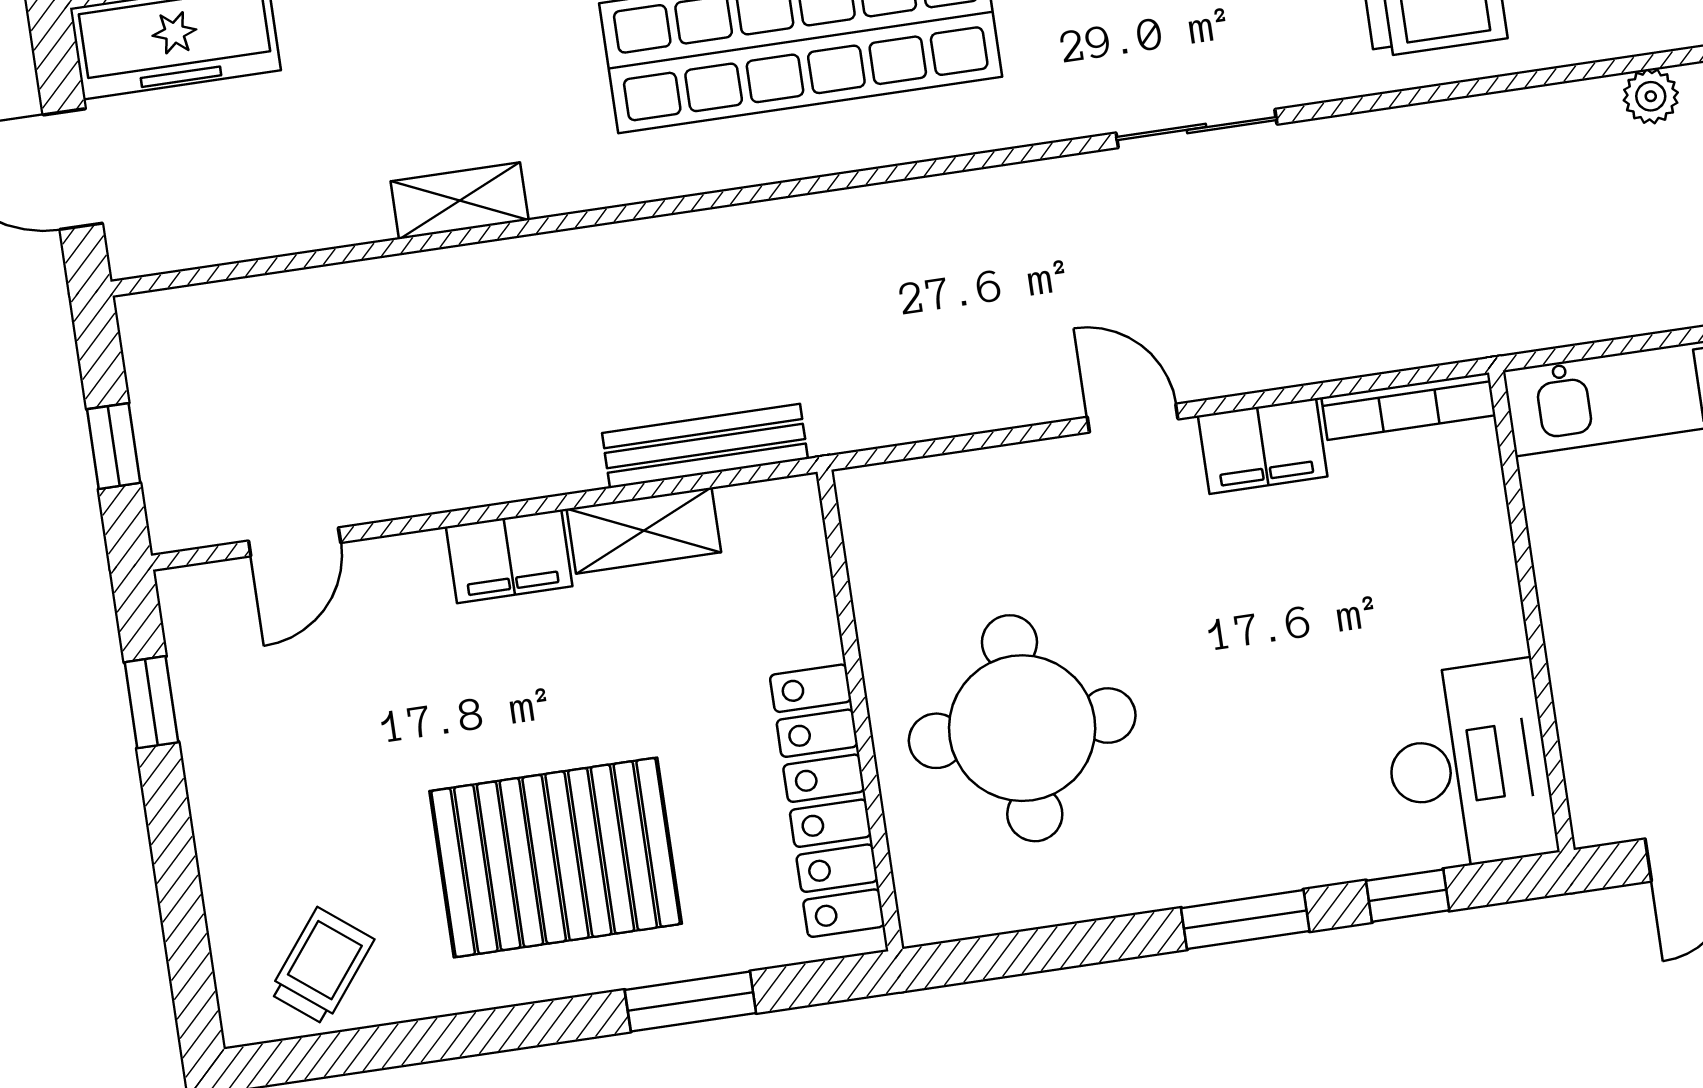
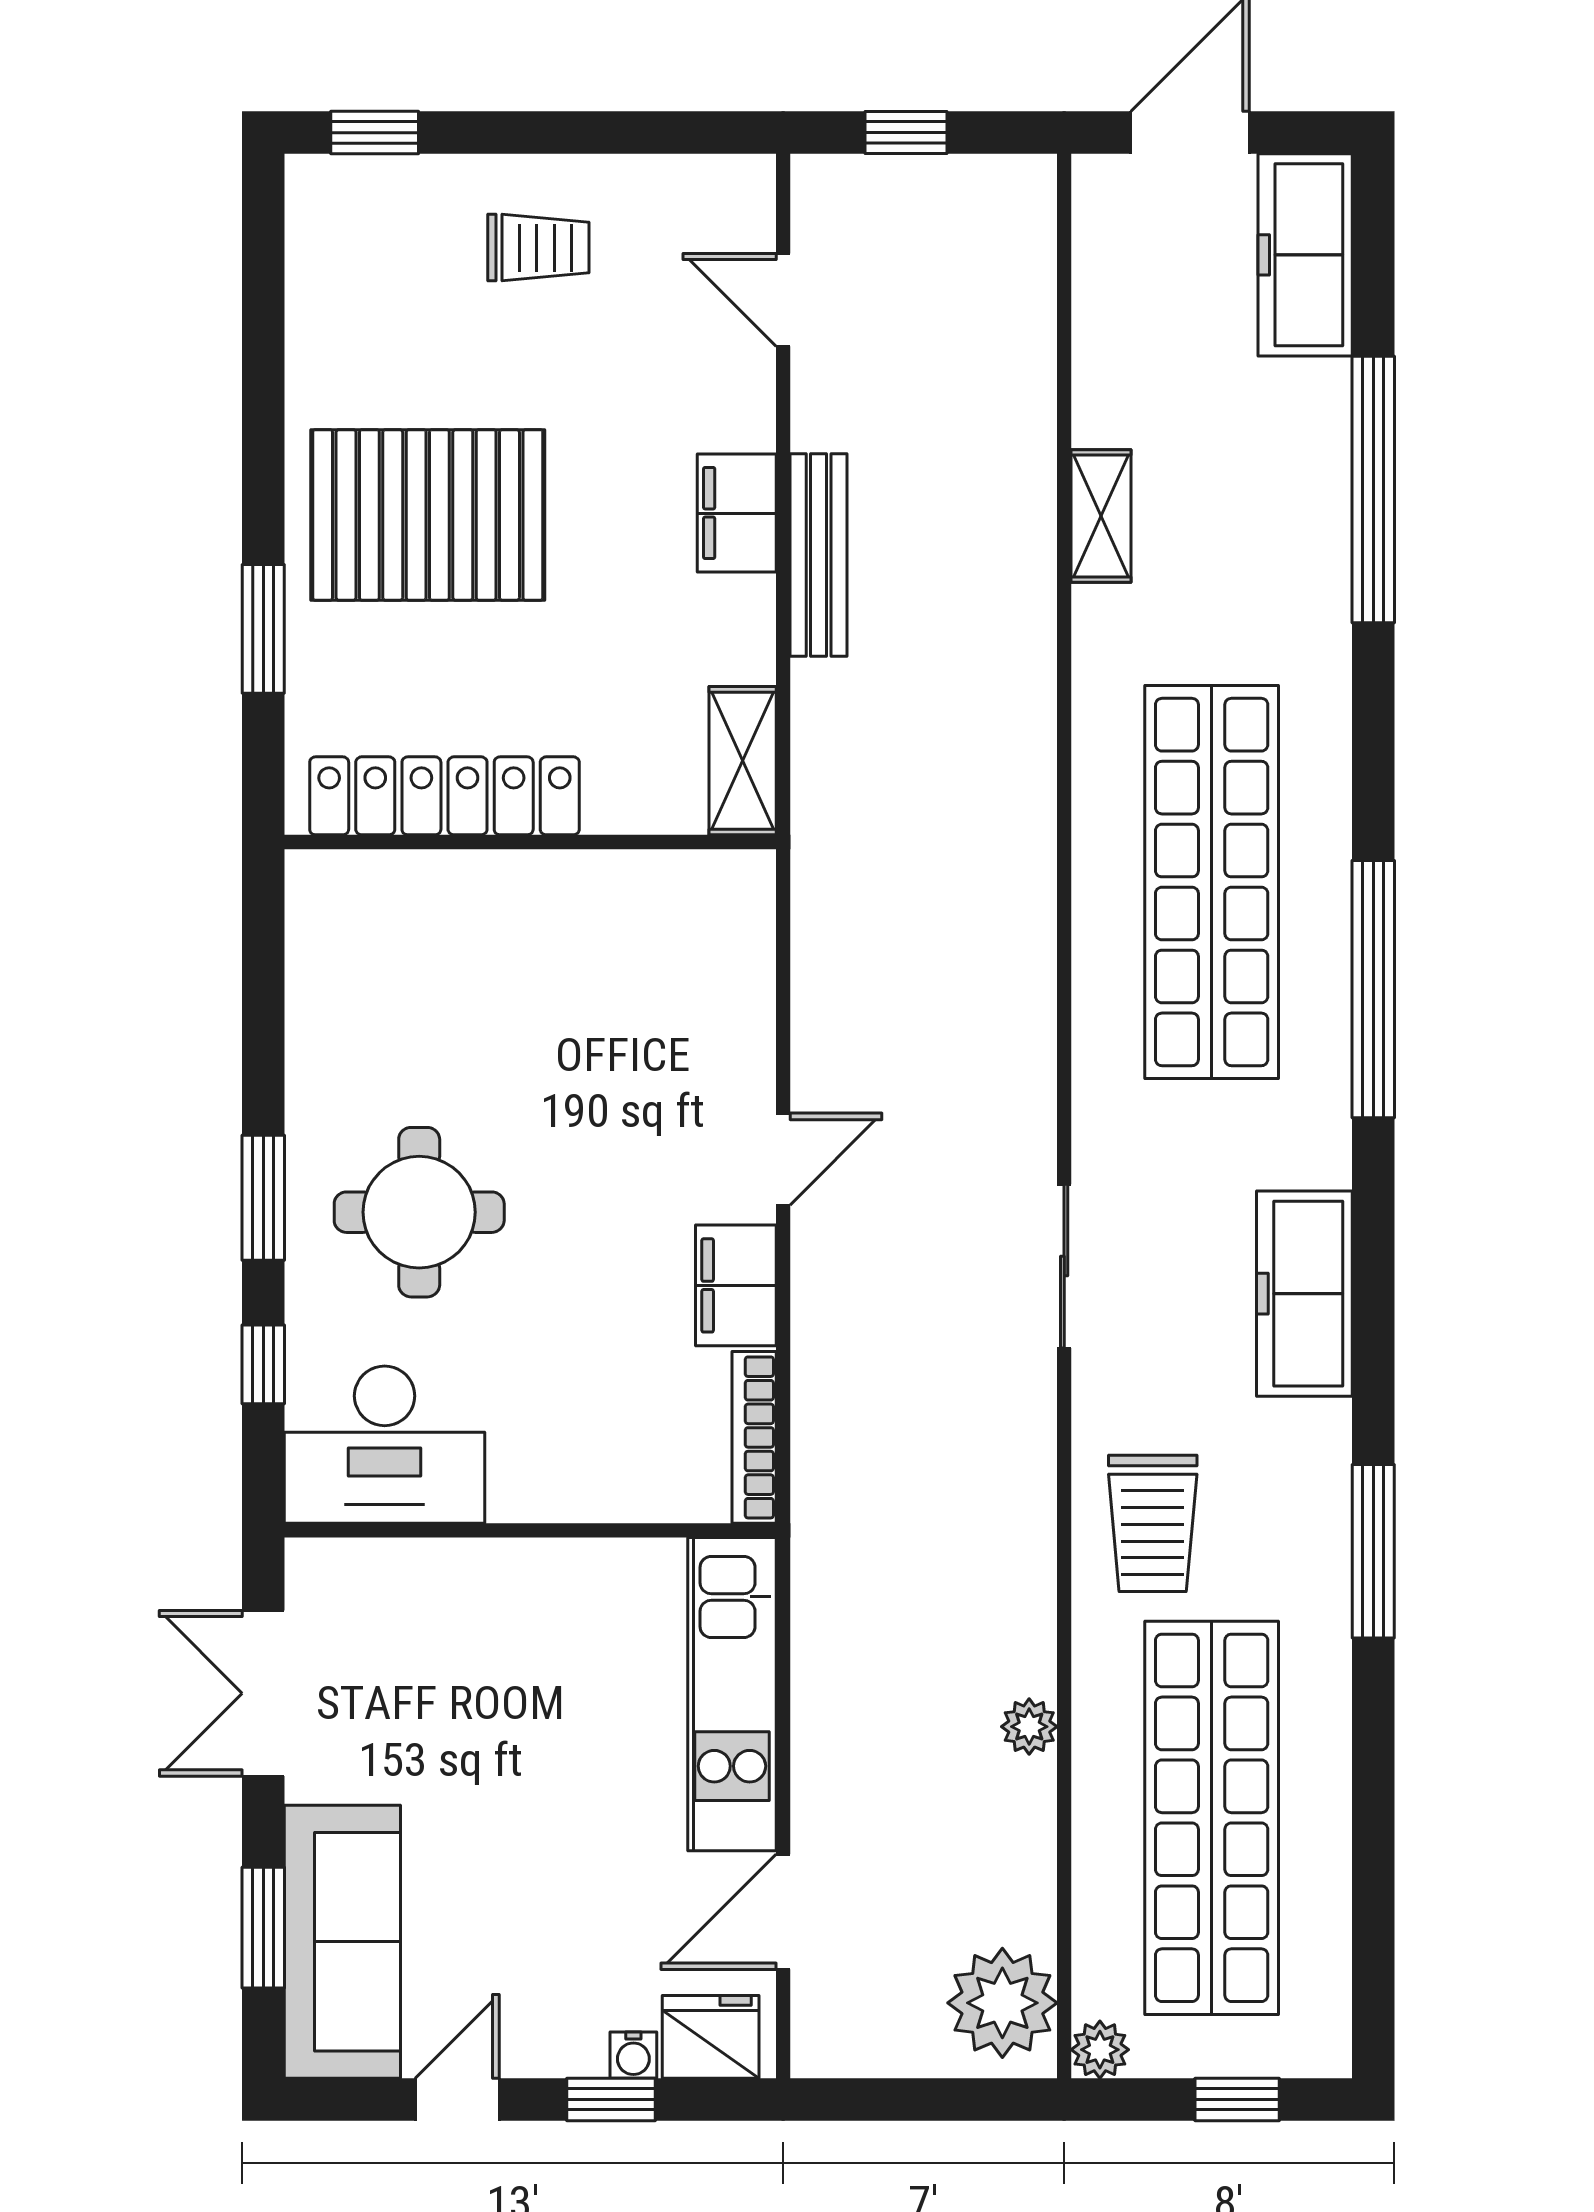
bench: (705, 446) -> (819, 555), moved
shelving: (644, 531) -> (743, 761), moved
window: (151, 702) -> (375, 133), moved
round table: (1022, 728) -> (419, 1212), moved, width x0.73, depth x0.73
pallet: (556, 857) -> (428, 515), turned 90
trolley: (321, 966) -> (538, 248), moved, turned -38

